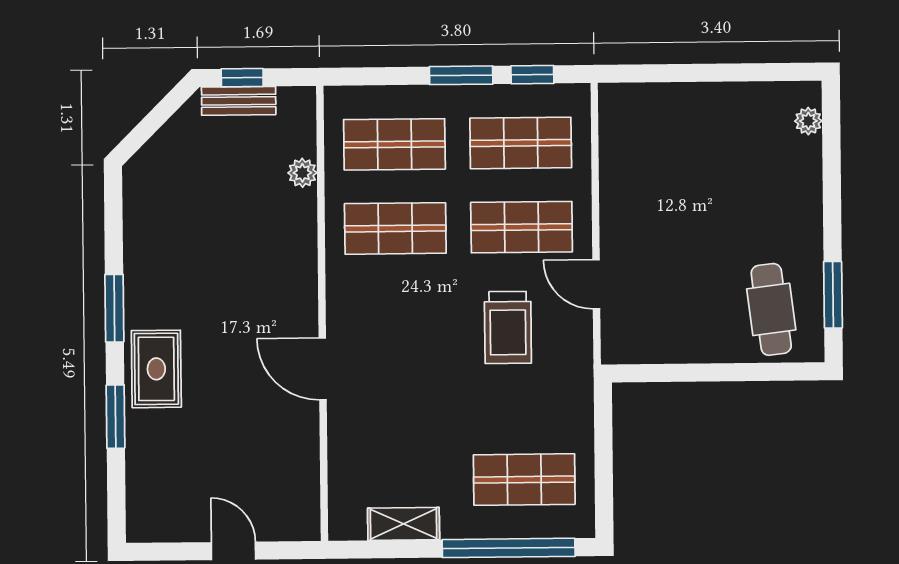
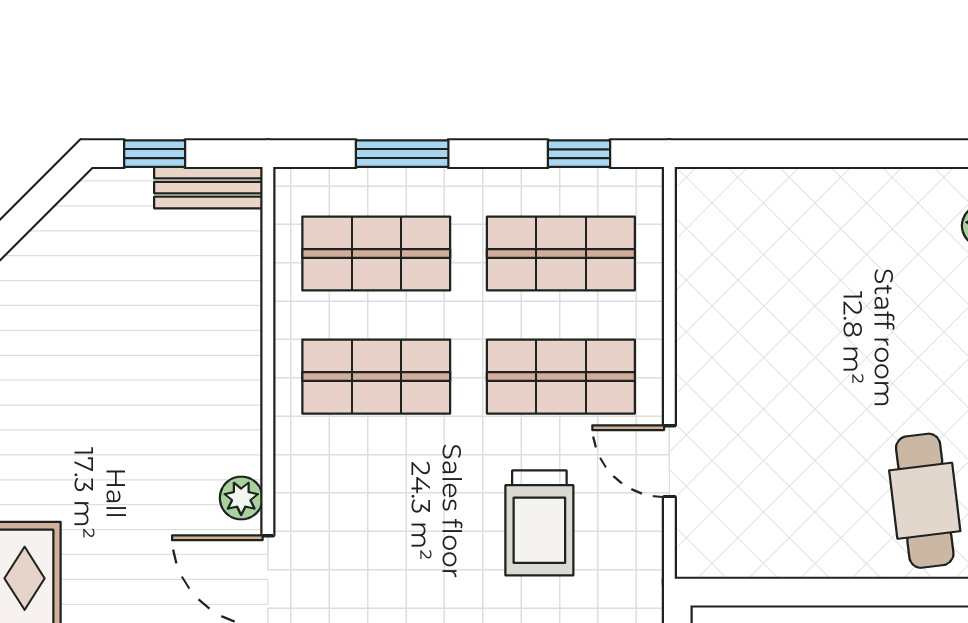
window: (461, 75) -> (402, 154), moved
bench: (239, 101) -> (208, 188), moved
plant: (302, 173) -> (241, 498), moved

